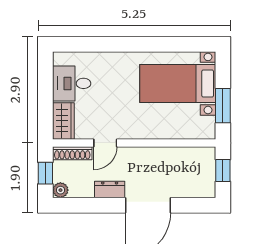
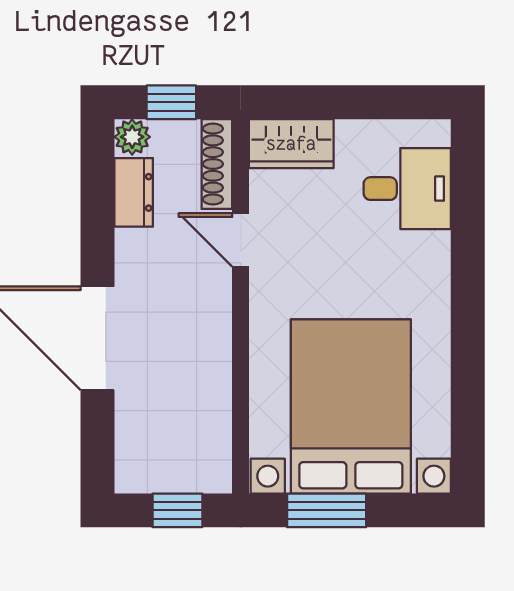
desk: (72, 83) -> (407, 189), moved, turned 90
bed with nightstands: (178, 83) -> (351, 406), width x1.36
dresser: (110, 189) -> (134, 192), moved

